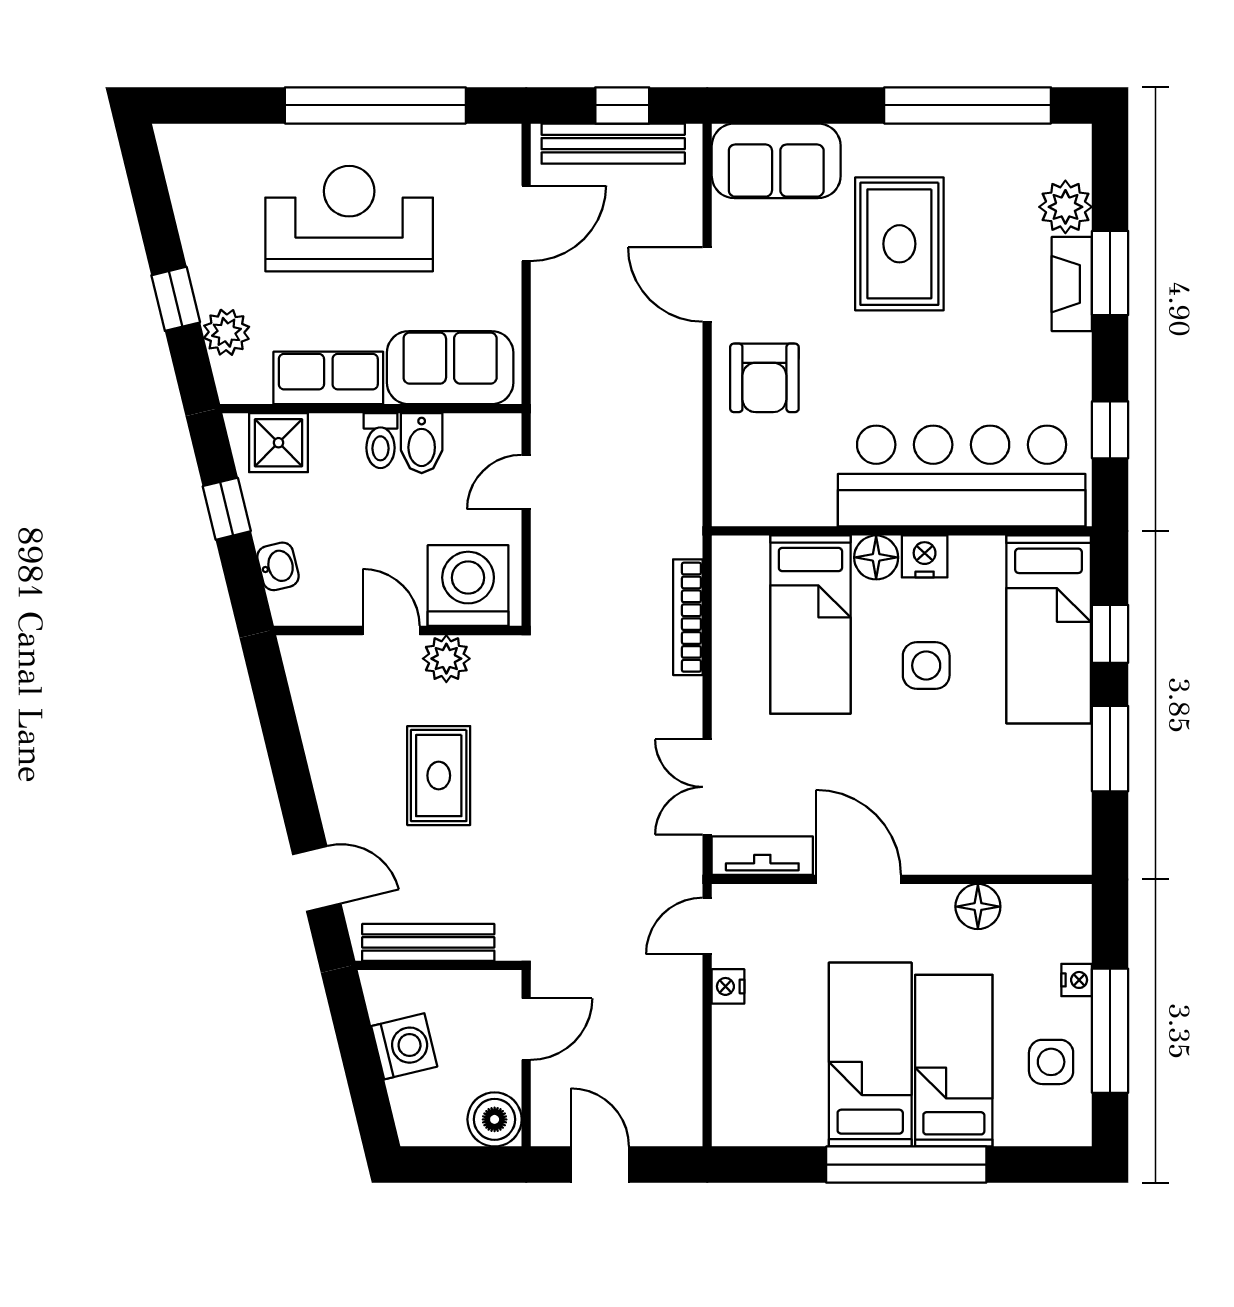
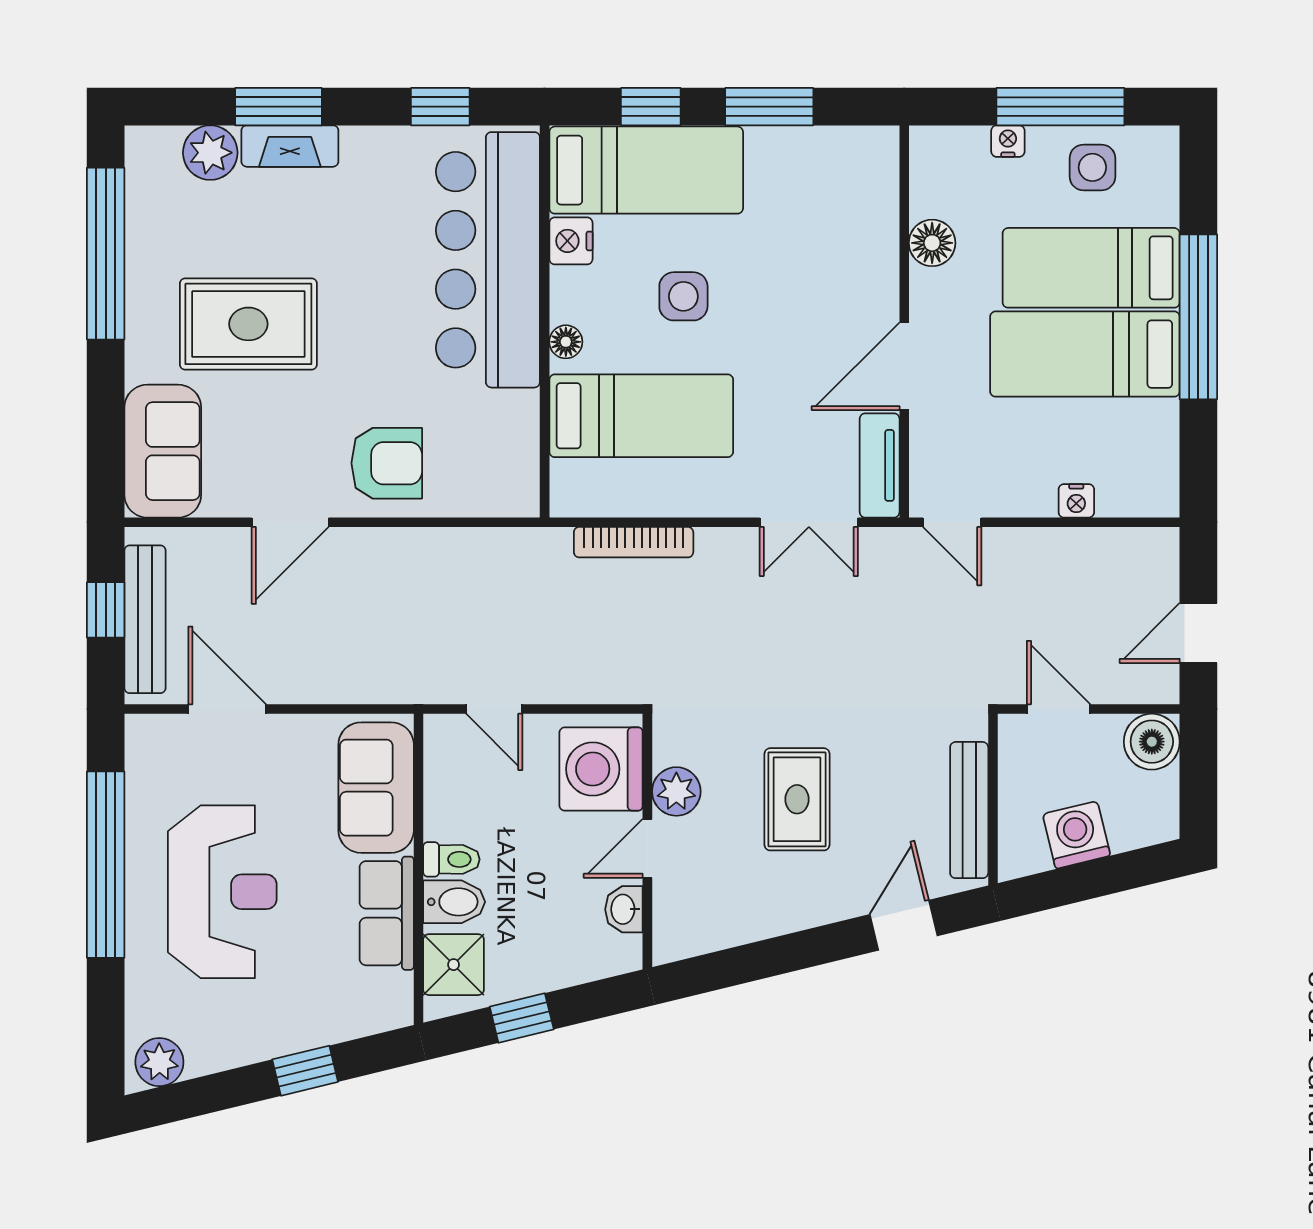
reception desk: (349, 219) -> (222, 892), turned 180
plant: (226, 332) -> (159, 1062), moved
bidet: (422, 443) -> (454, 902), moved
nightstand: (925, 556) -> (571, 241), moved
floor lamp: (876, 557) -> (566, 342), width x0.73, depth x0.73
washbasin: (278, 566) -> (624, 909), moved, turned -76
rug: (439, 776) -> (797, 799), turned 90
nightstand: (728, 986) -> (1076, 501), moved

